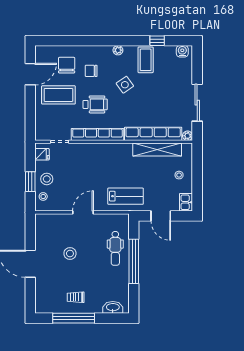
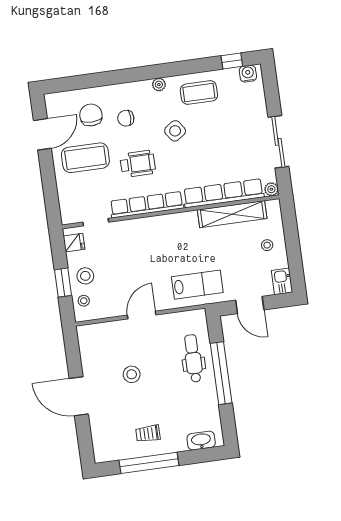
window: (157, 41) -> (232, 61), moved
coffee table: (146, 60) -> (199, 93), turned 90
dental chair: (115, 248) -> (193, 358), turned 180

